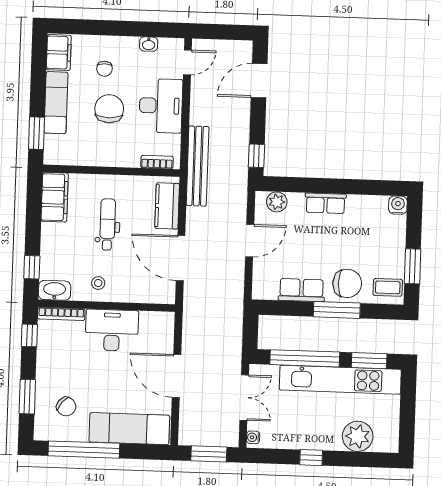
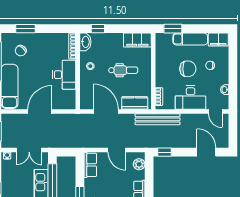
door: (181, 258) -> (106, 112), hinge flipped
row of seats: (302, 290) -> (90, 165), moved
window: (29, 335) -> (60, 29), removed

